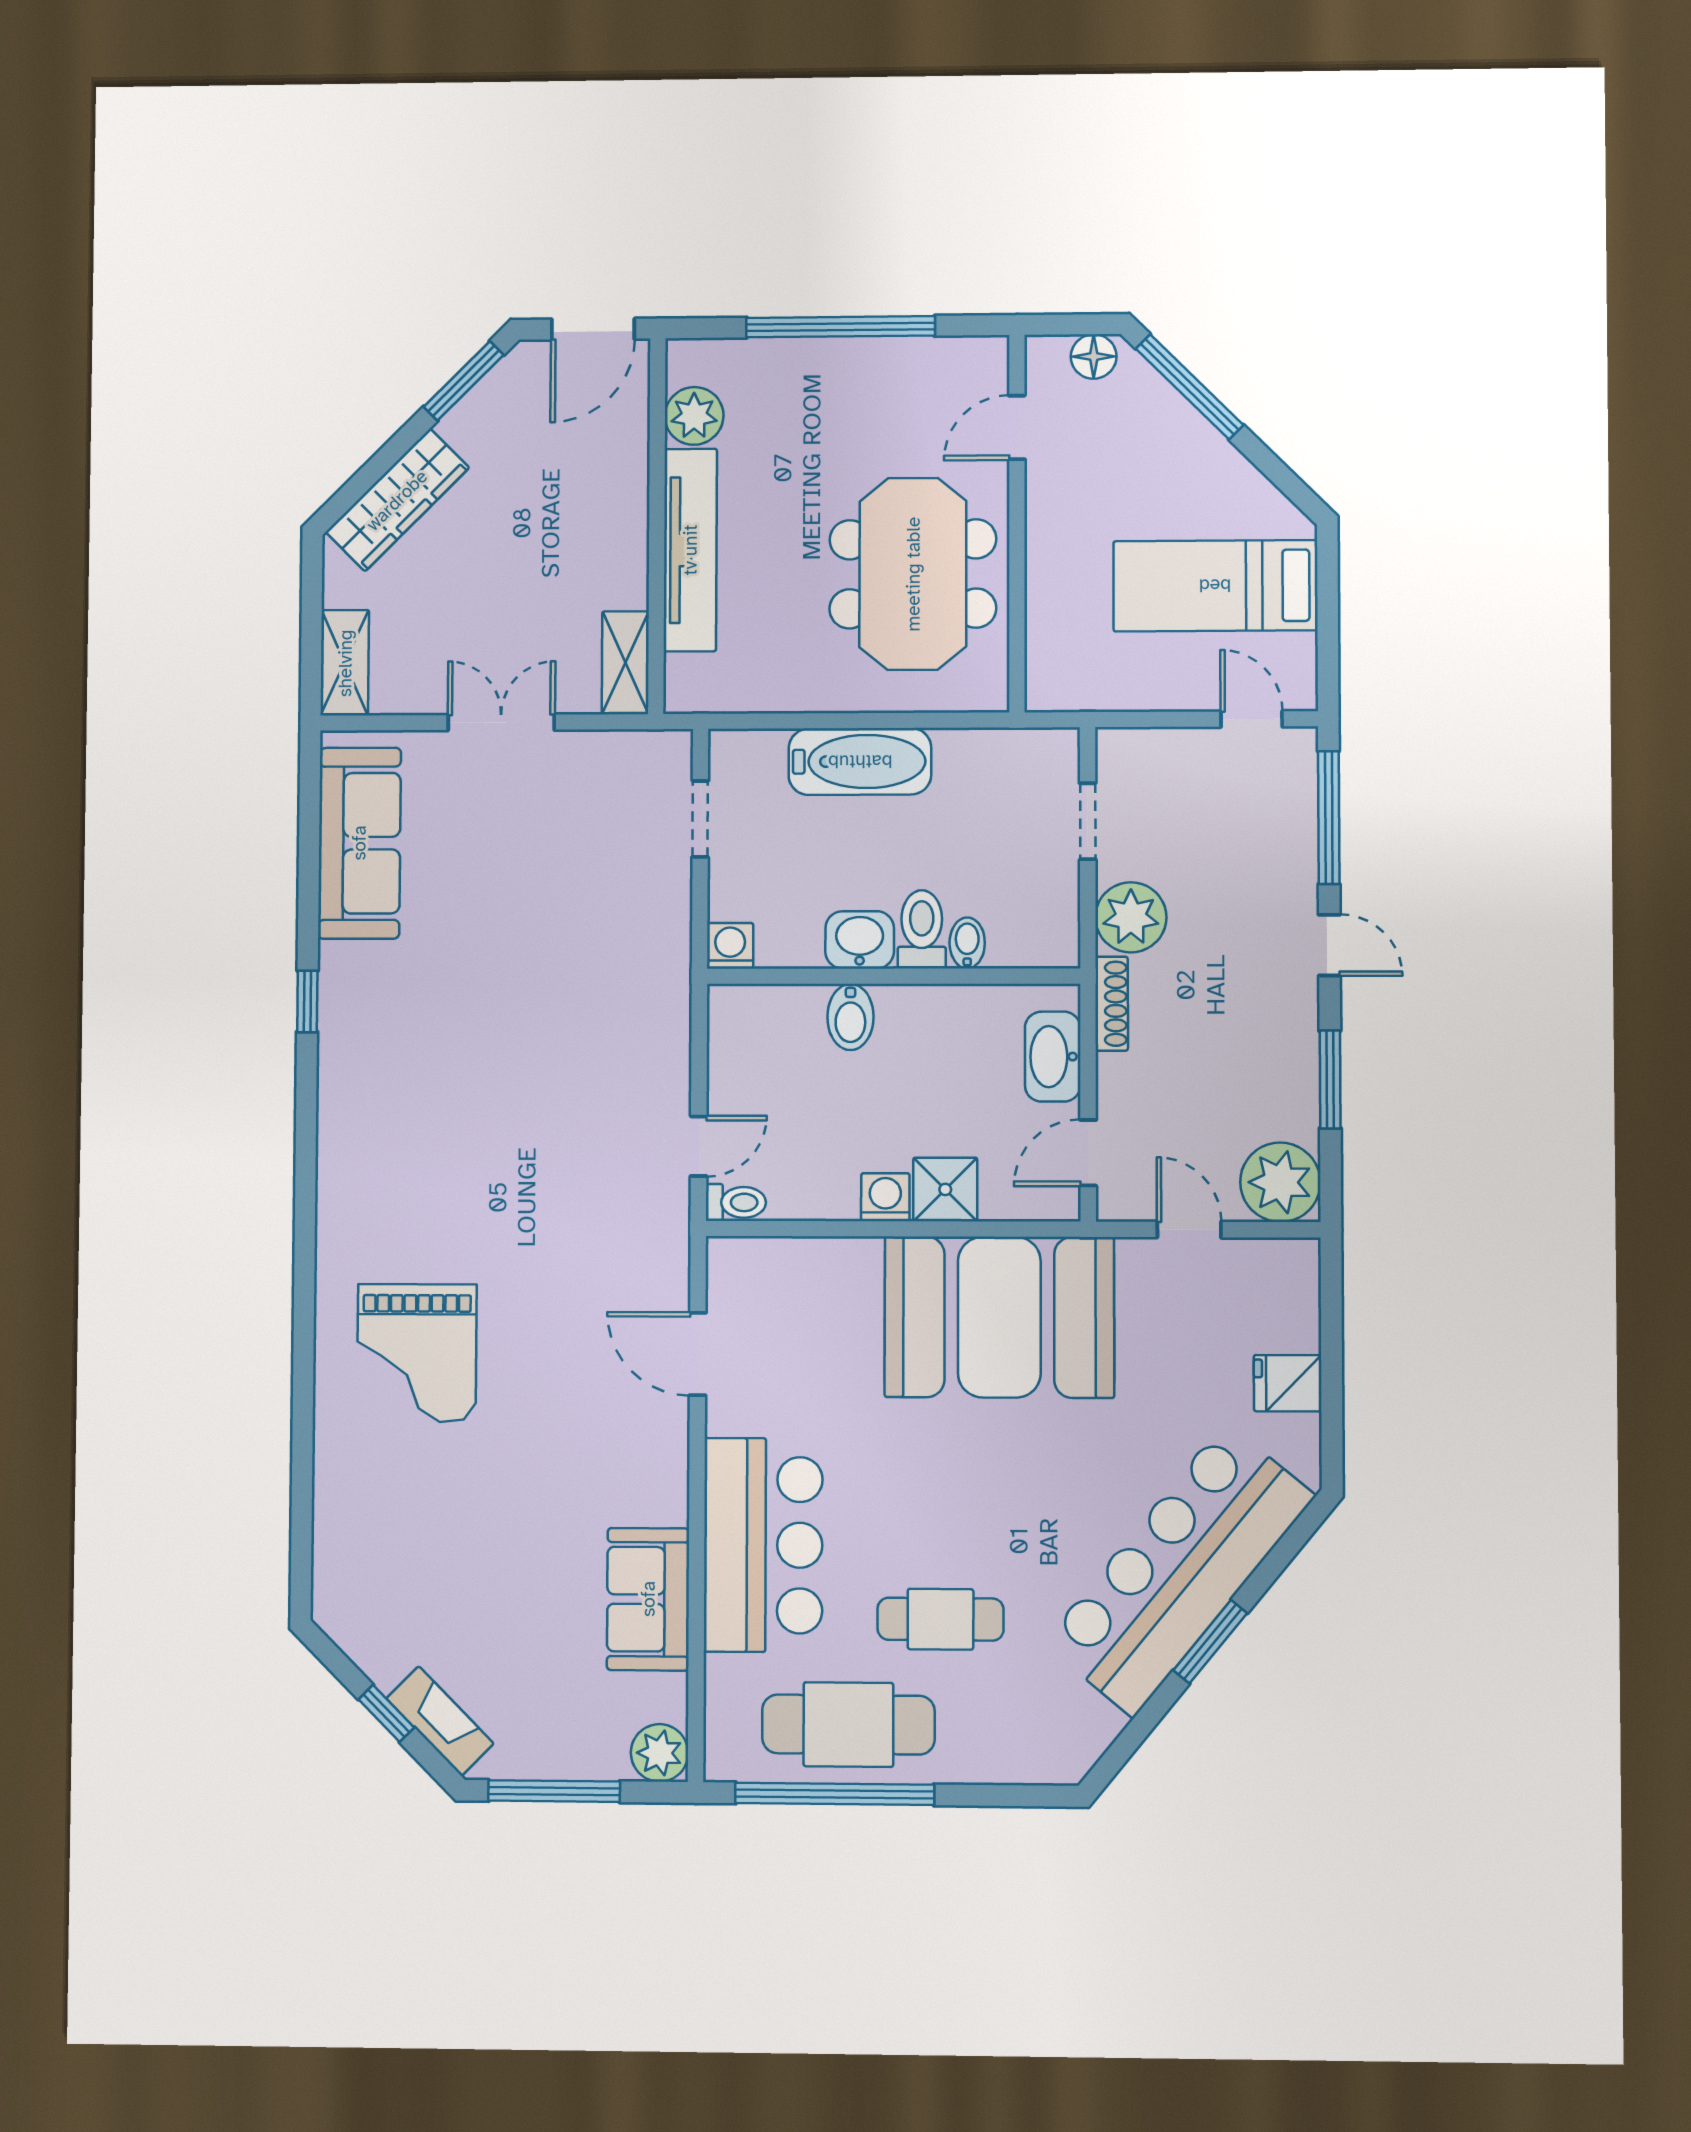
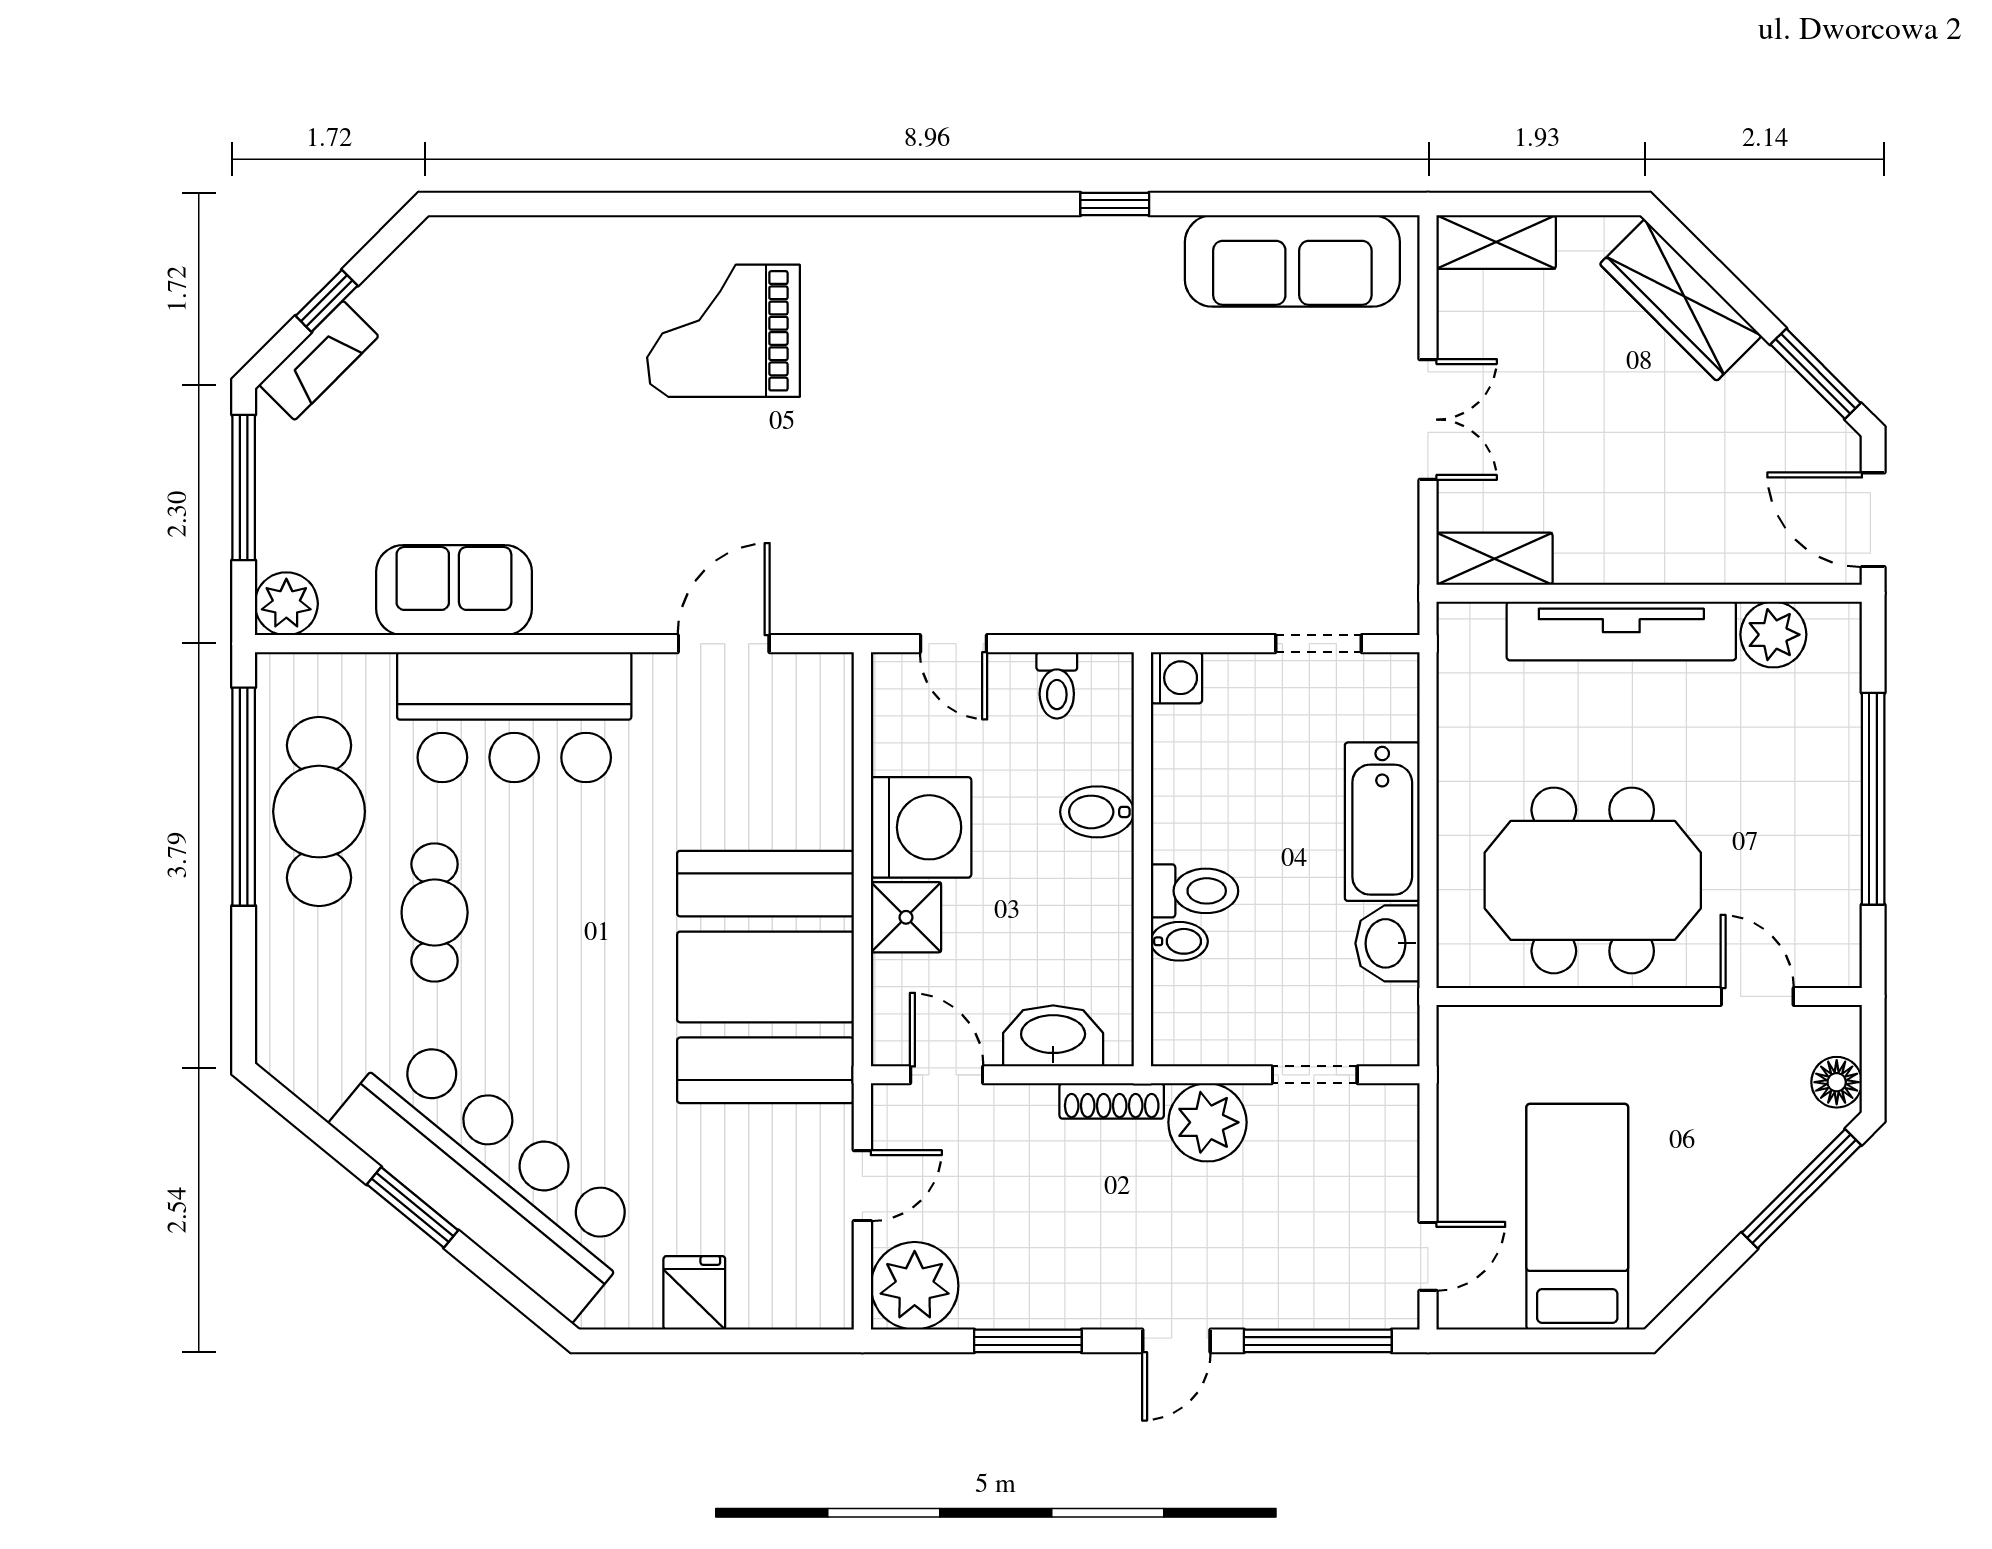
washbasin: (860, 940) -> (1387, 943), moved, turned 180
washing machine: (885, 1197) -> (921, 827), width x1.89, depth x1.89
toilet: (736, 1202) -> (1057, 685), moved

